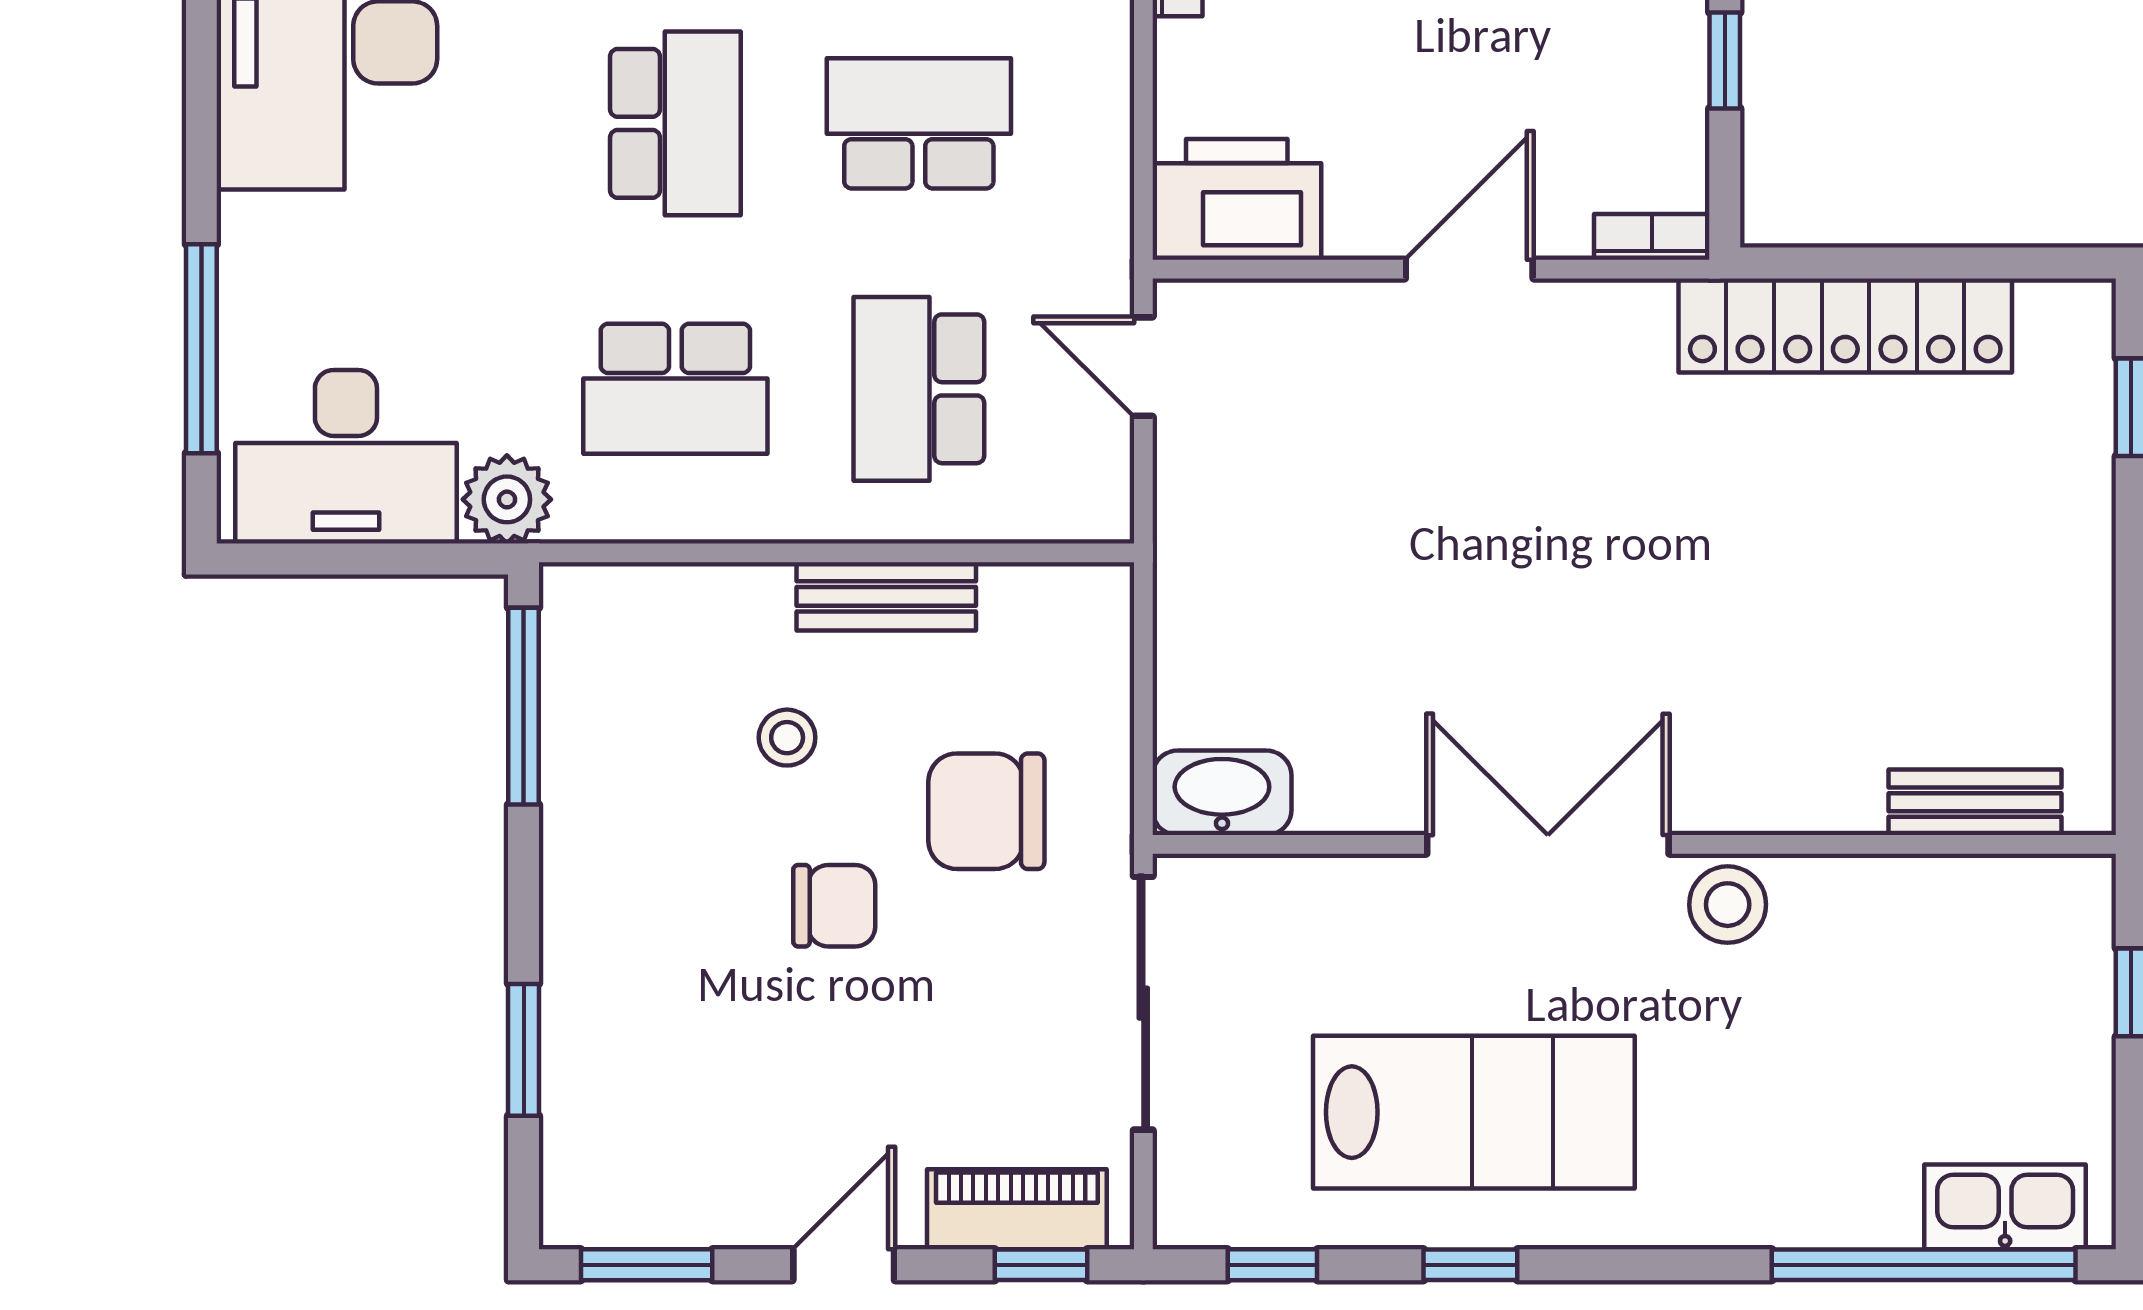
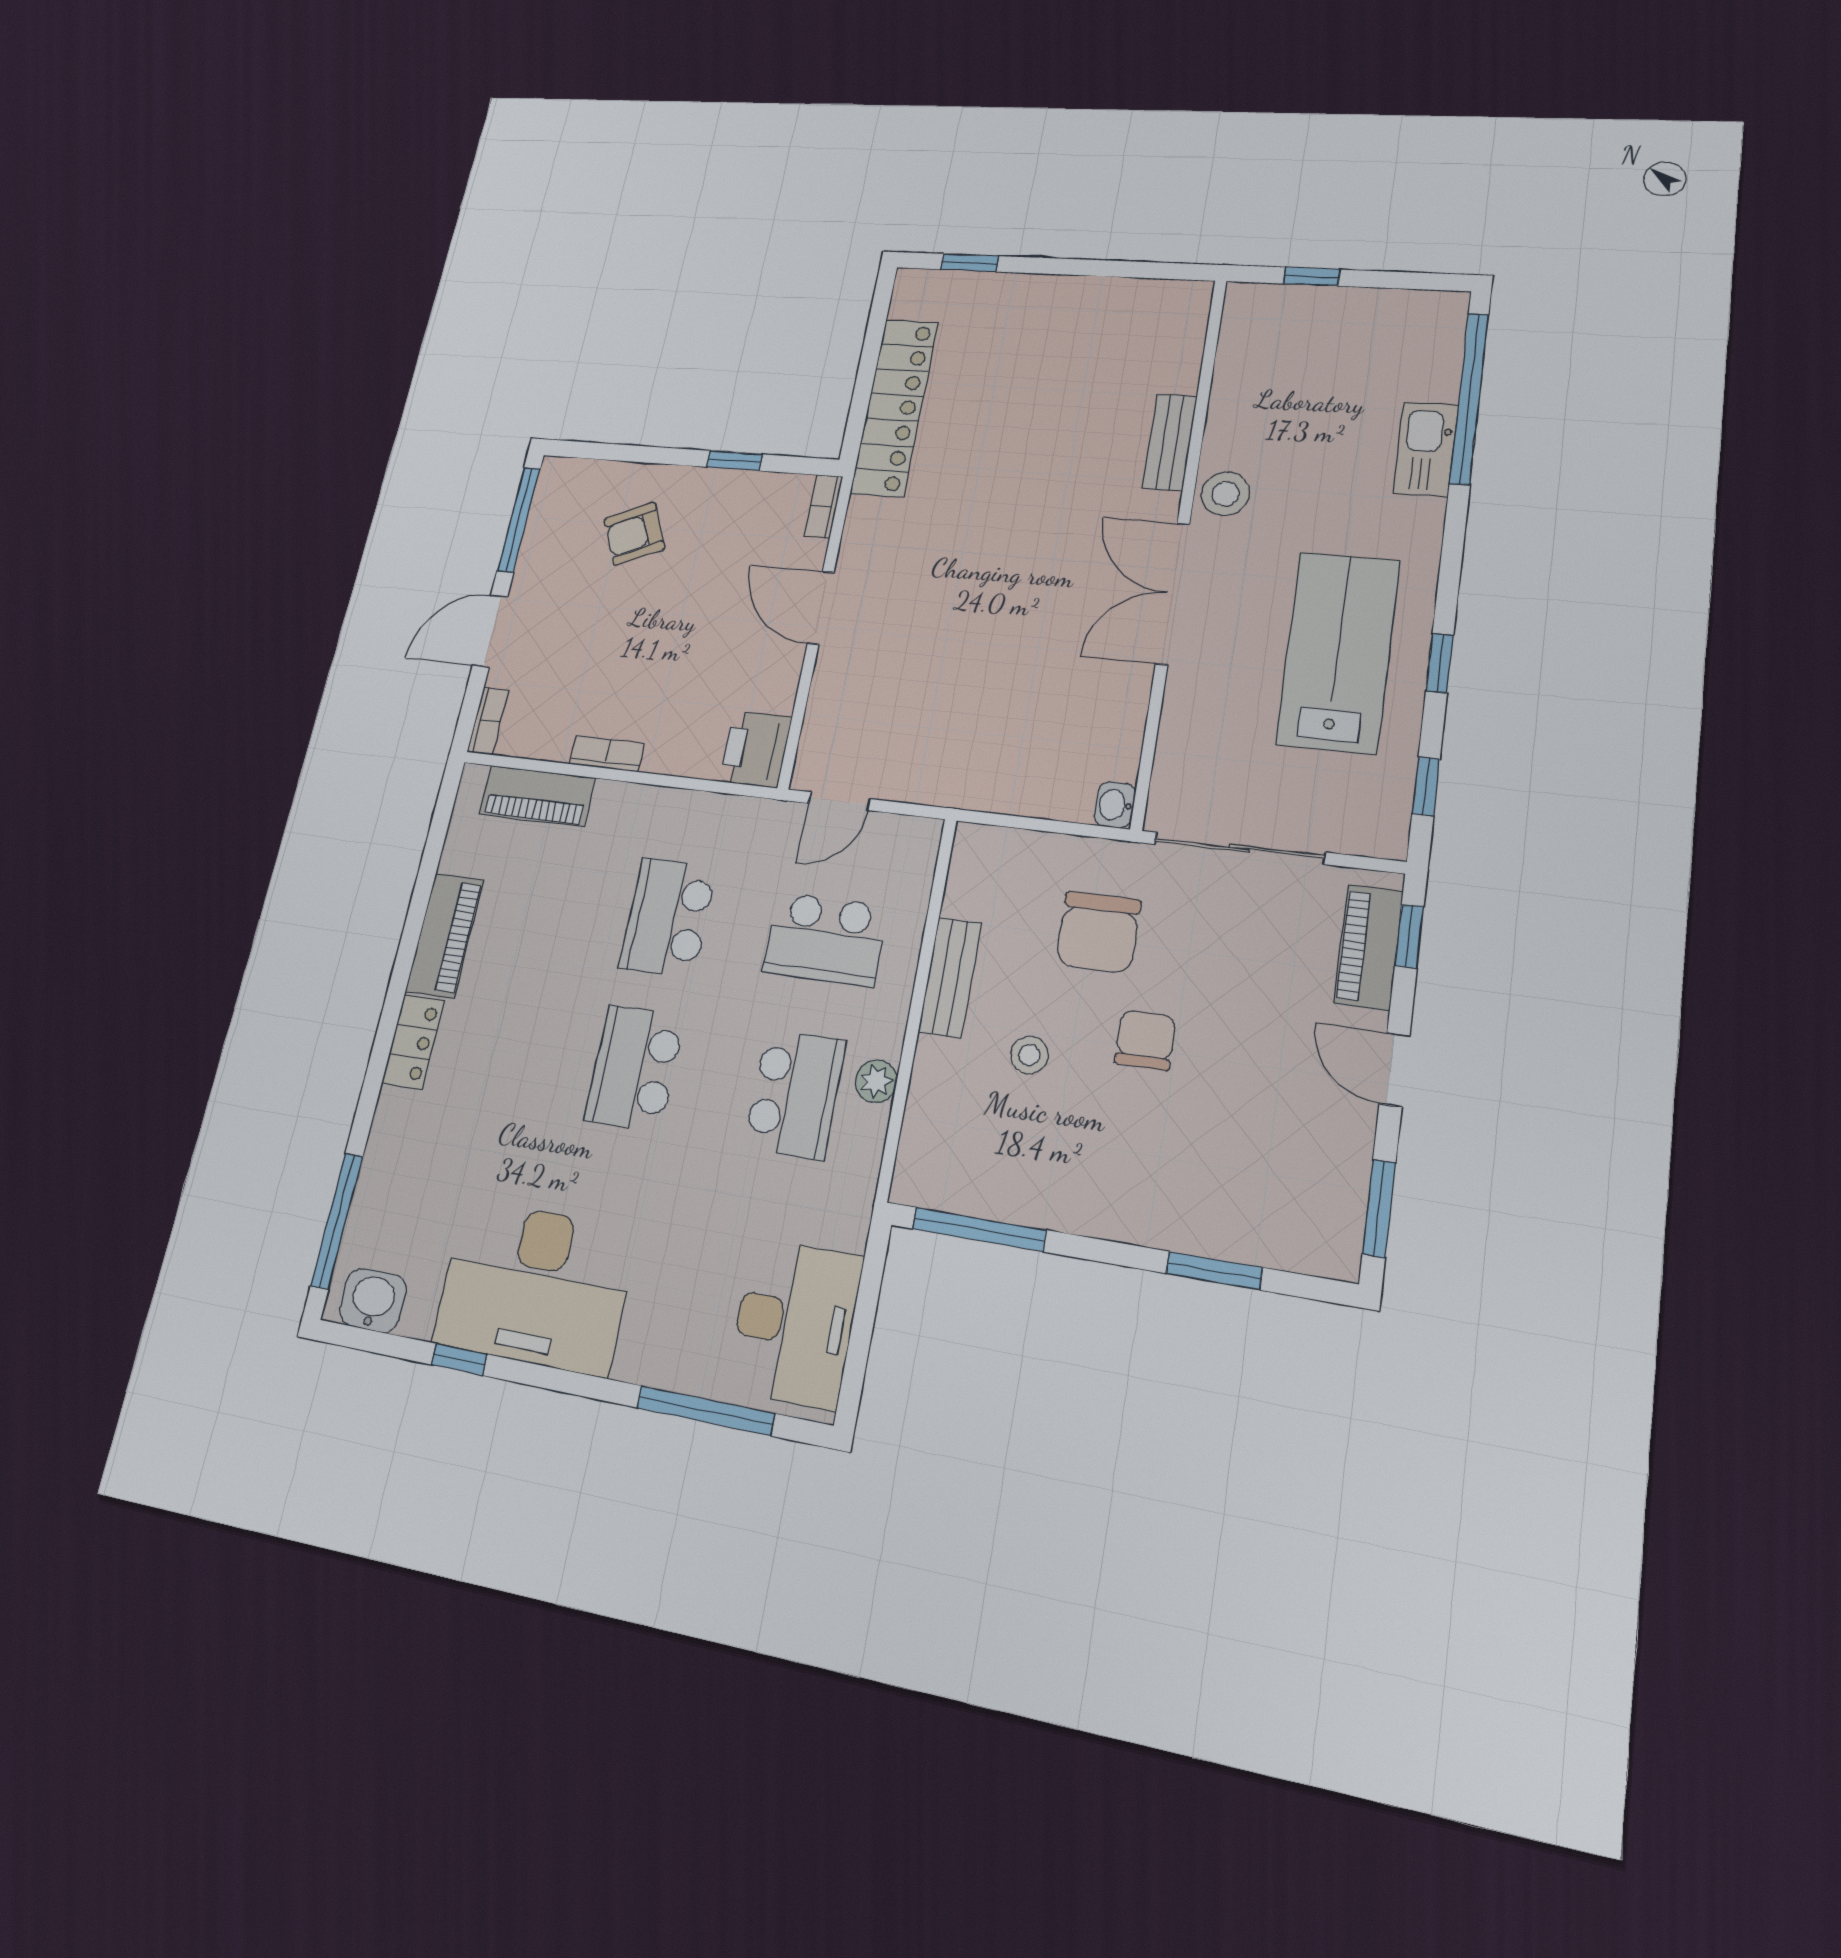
school desk: (675, 123) -> (635, 1068), turned -90
printer: (1237, 199) -> (756, 749), width x0.73, depth x0.84
plant: (507, 499) -> (876, 1081), moved, width x0.73, depth x0.73
washbasin: (1222, 793) -> (1115, 805), width x0.52, depth x0.69
bench: (1975, 802) -> (1170, 442), moved
kitchen sink: (2005, 1207) -> (1426, 449), moved

